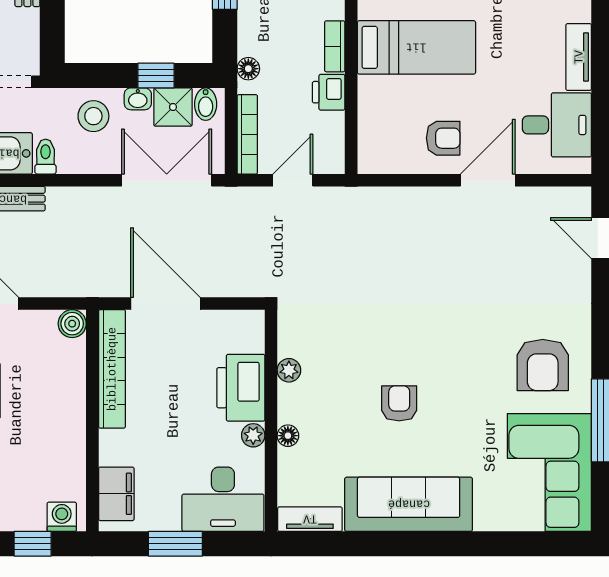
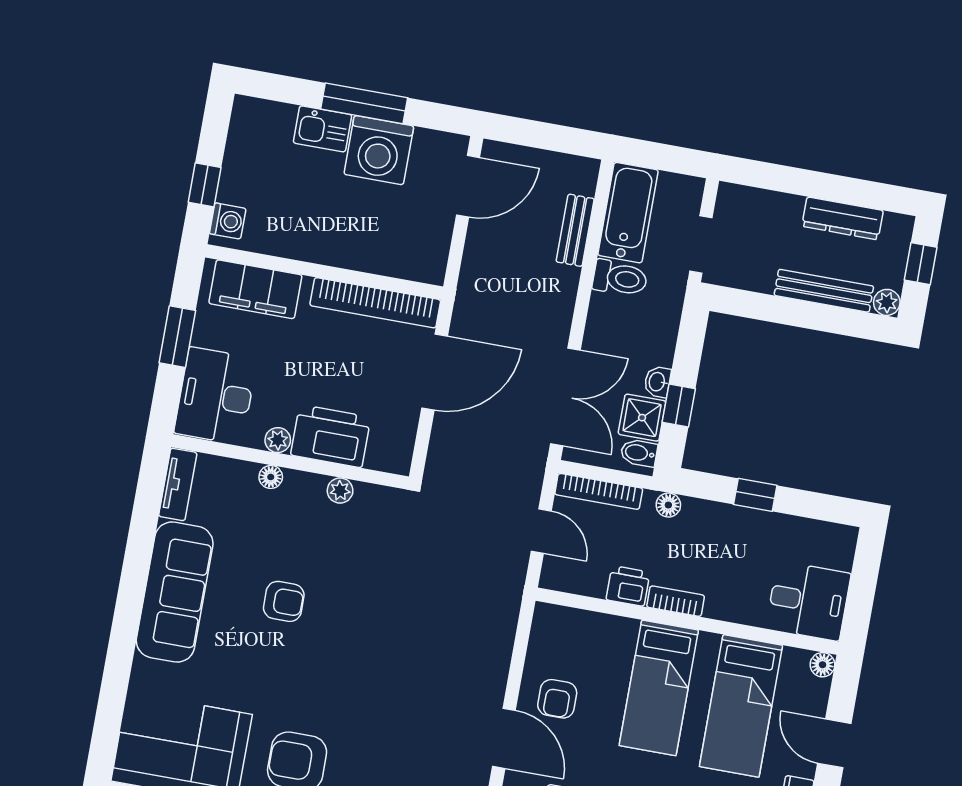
stool: (93, 116) -> (648, 331), removed
toilet: (46, 157) -> (620, 278), width x1.37, depth x1.39
boiler: (72, 324) -> (431, 269), removed
filing cabinet: (116, 494) -> (255, 289), width x1.50, depth x1.17

